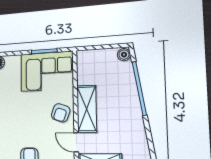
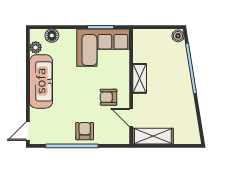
shelving: (87, 109) -> (140, 78), width x0.67, depth x0.75
armchair: (61, 113) -> (109, 97), moved, turned 70

